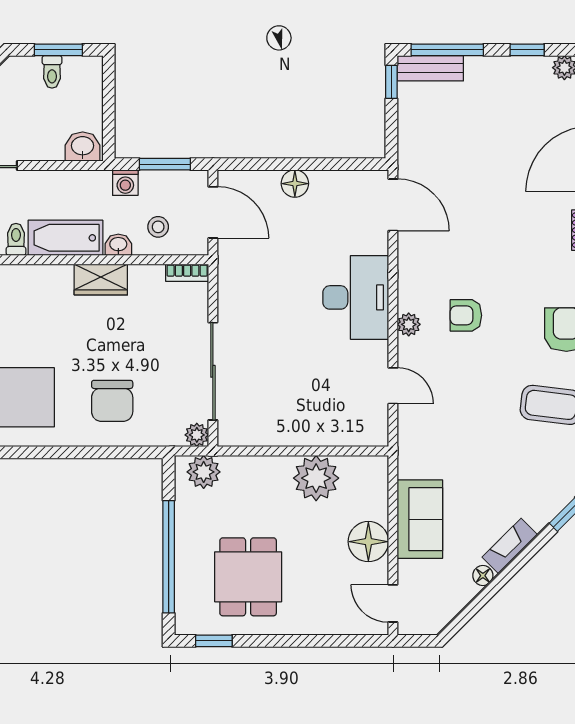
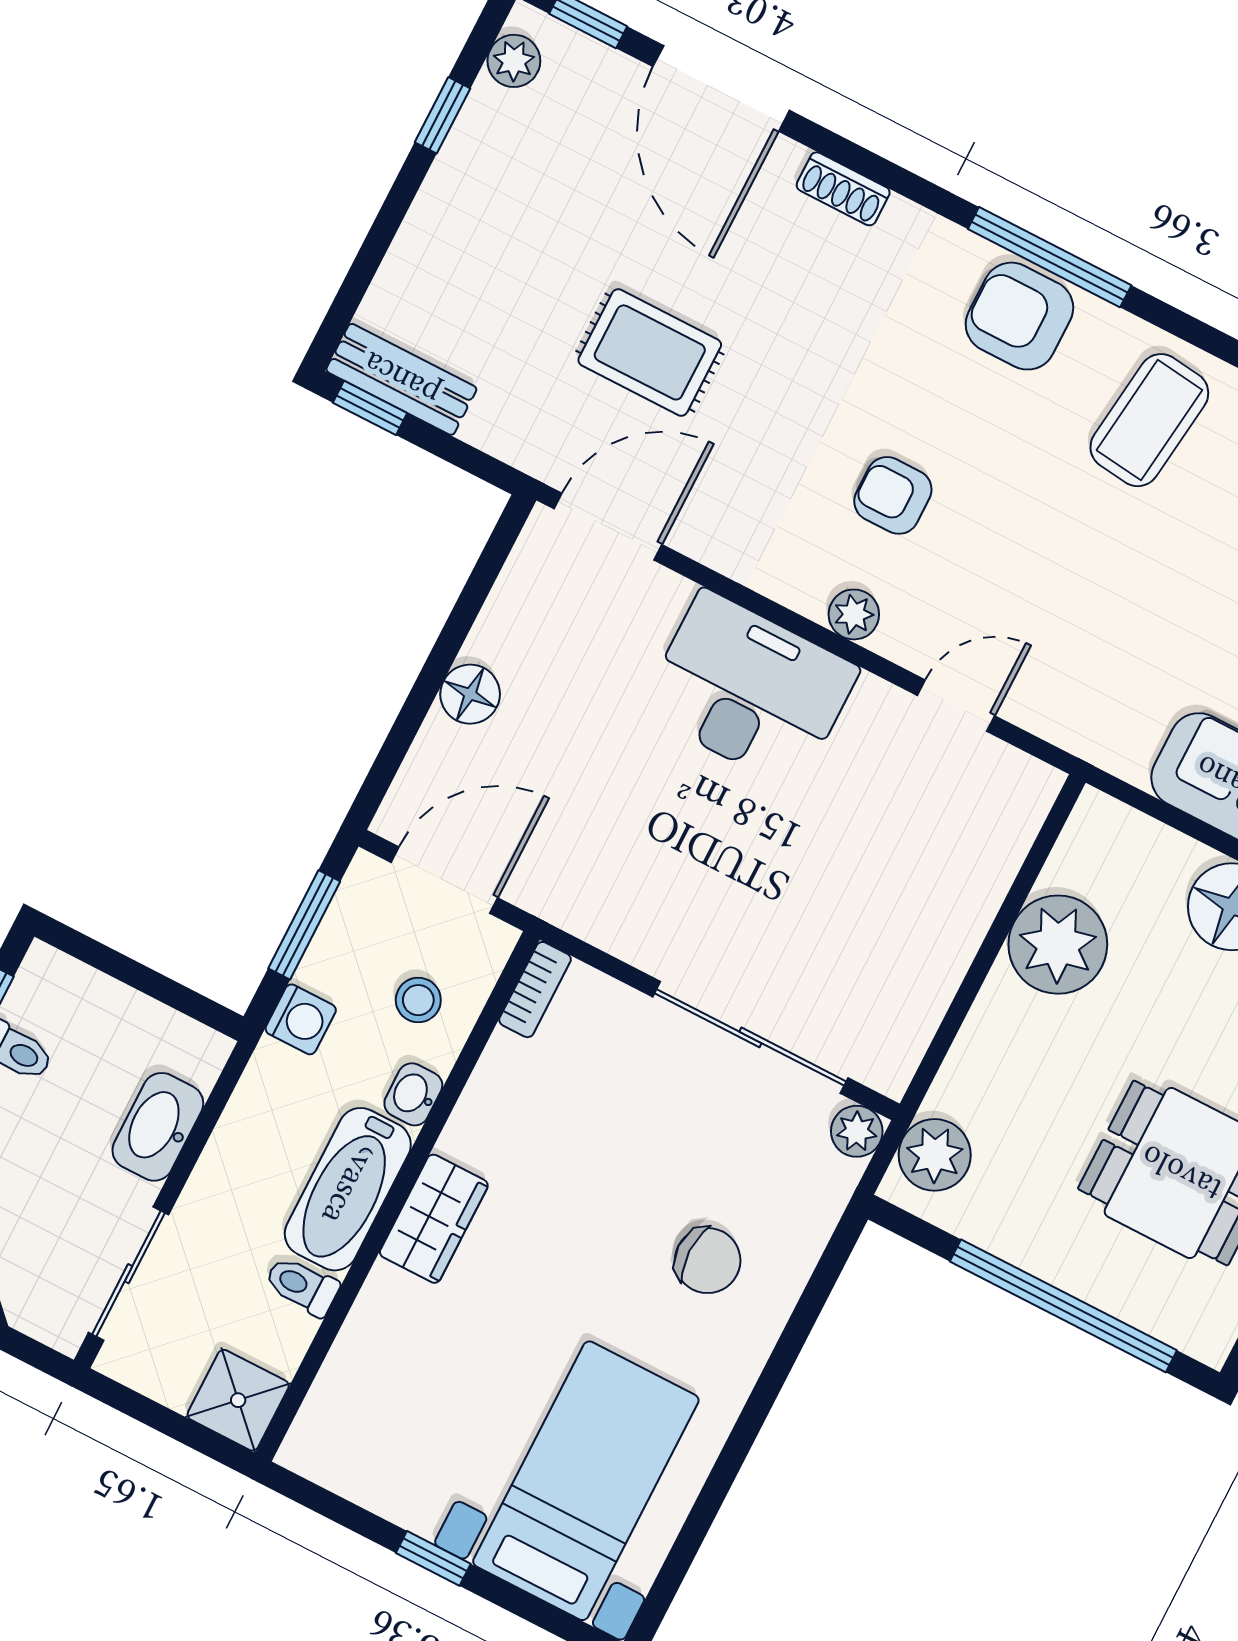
window: (447, 50) -> (364, 269), removed
bench: (430, 68) -> (401, 379), moved, turned 90
washbasin: (83, 147) -> (158, 1127), moved, width x1.38
rug: (473, 185) -> (650, 352), added
wardrobe: (101, 279) -> (434, 1219), moved
armchair: (466, 315) -> (893, 495), turned 90
chair: (112, 401) -> (708, 1261), width x0.73, depth x0.73

